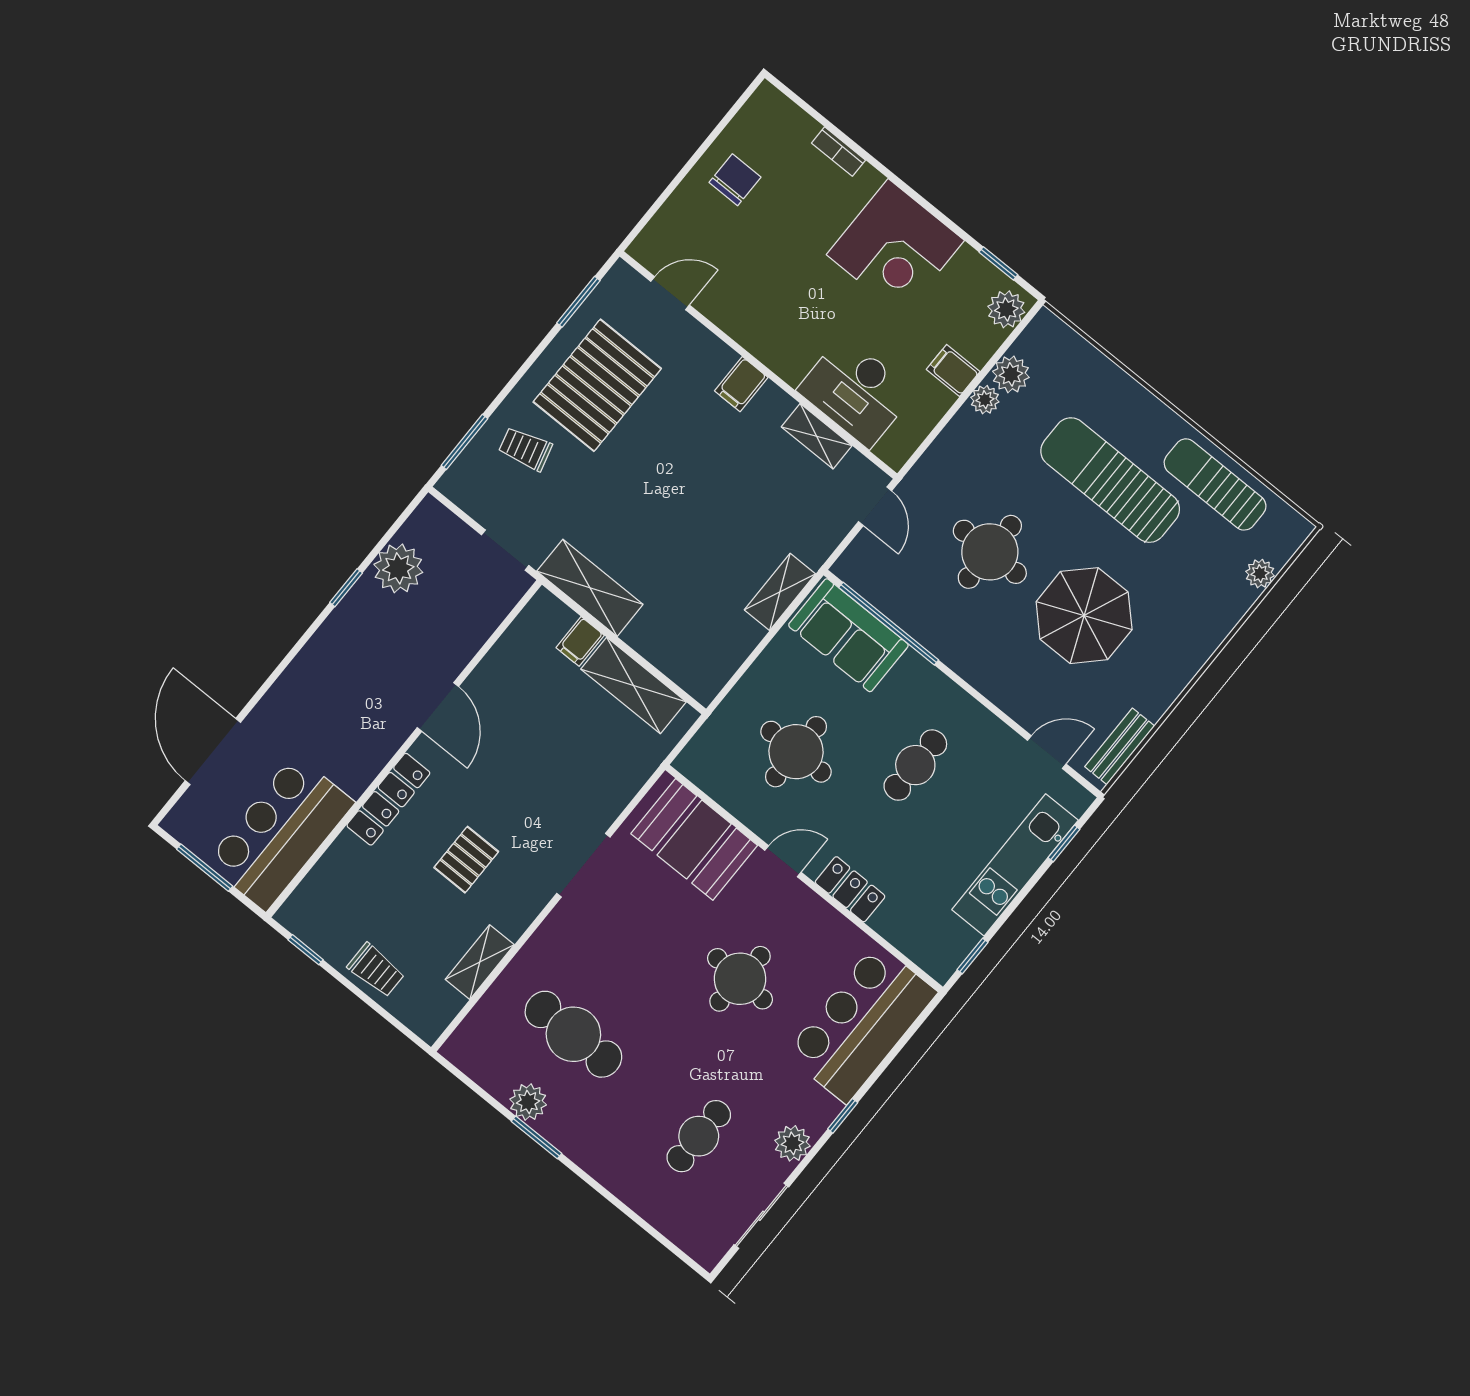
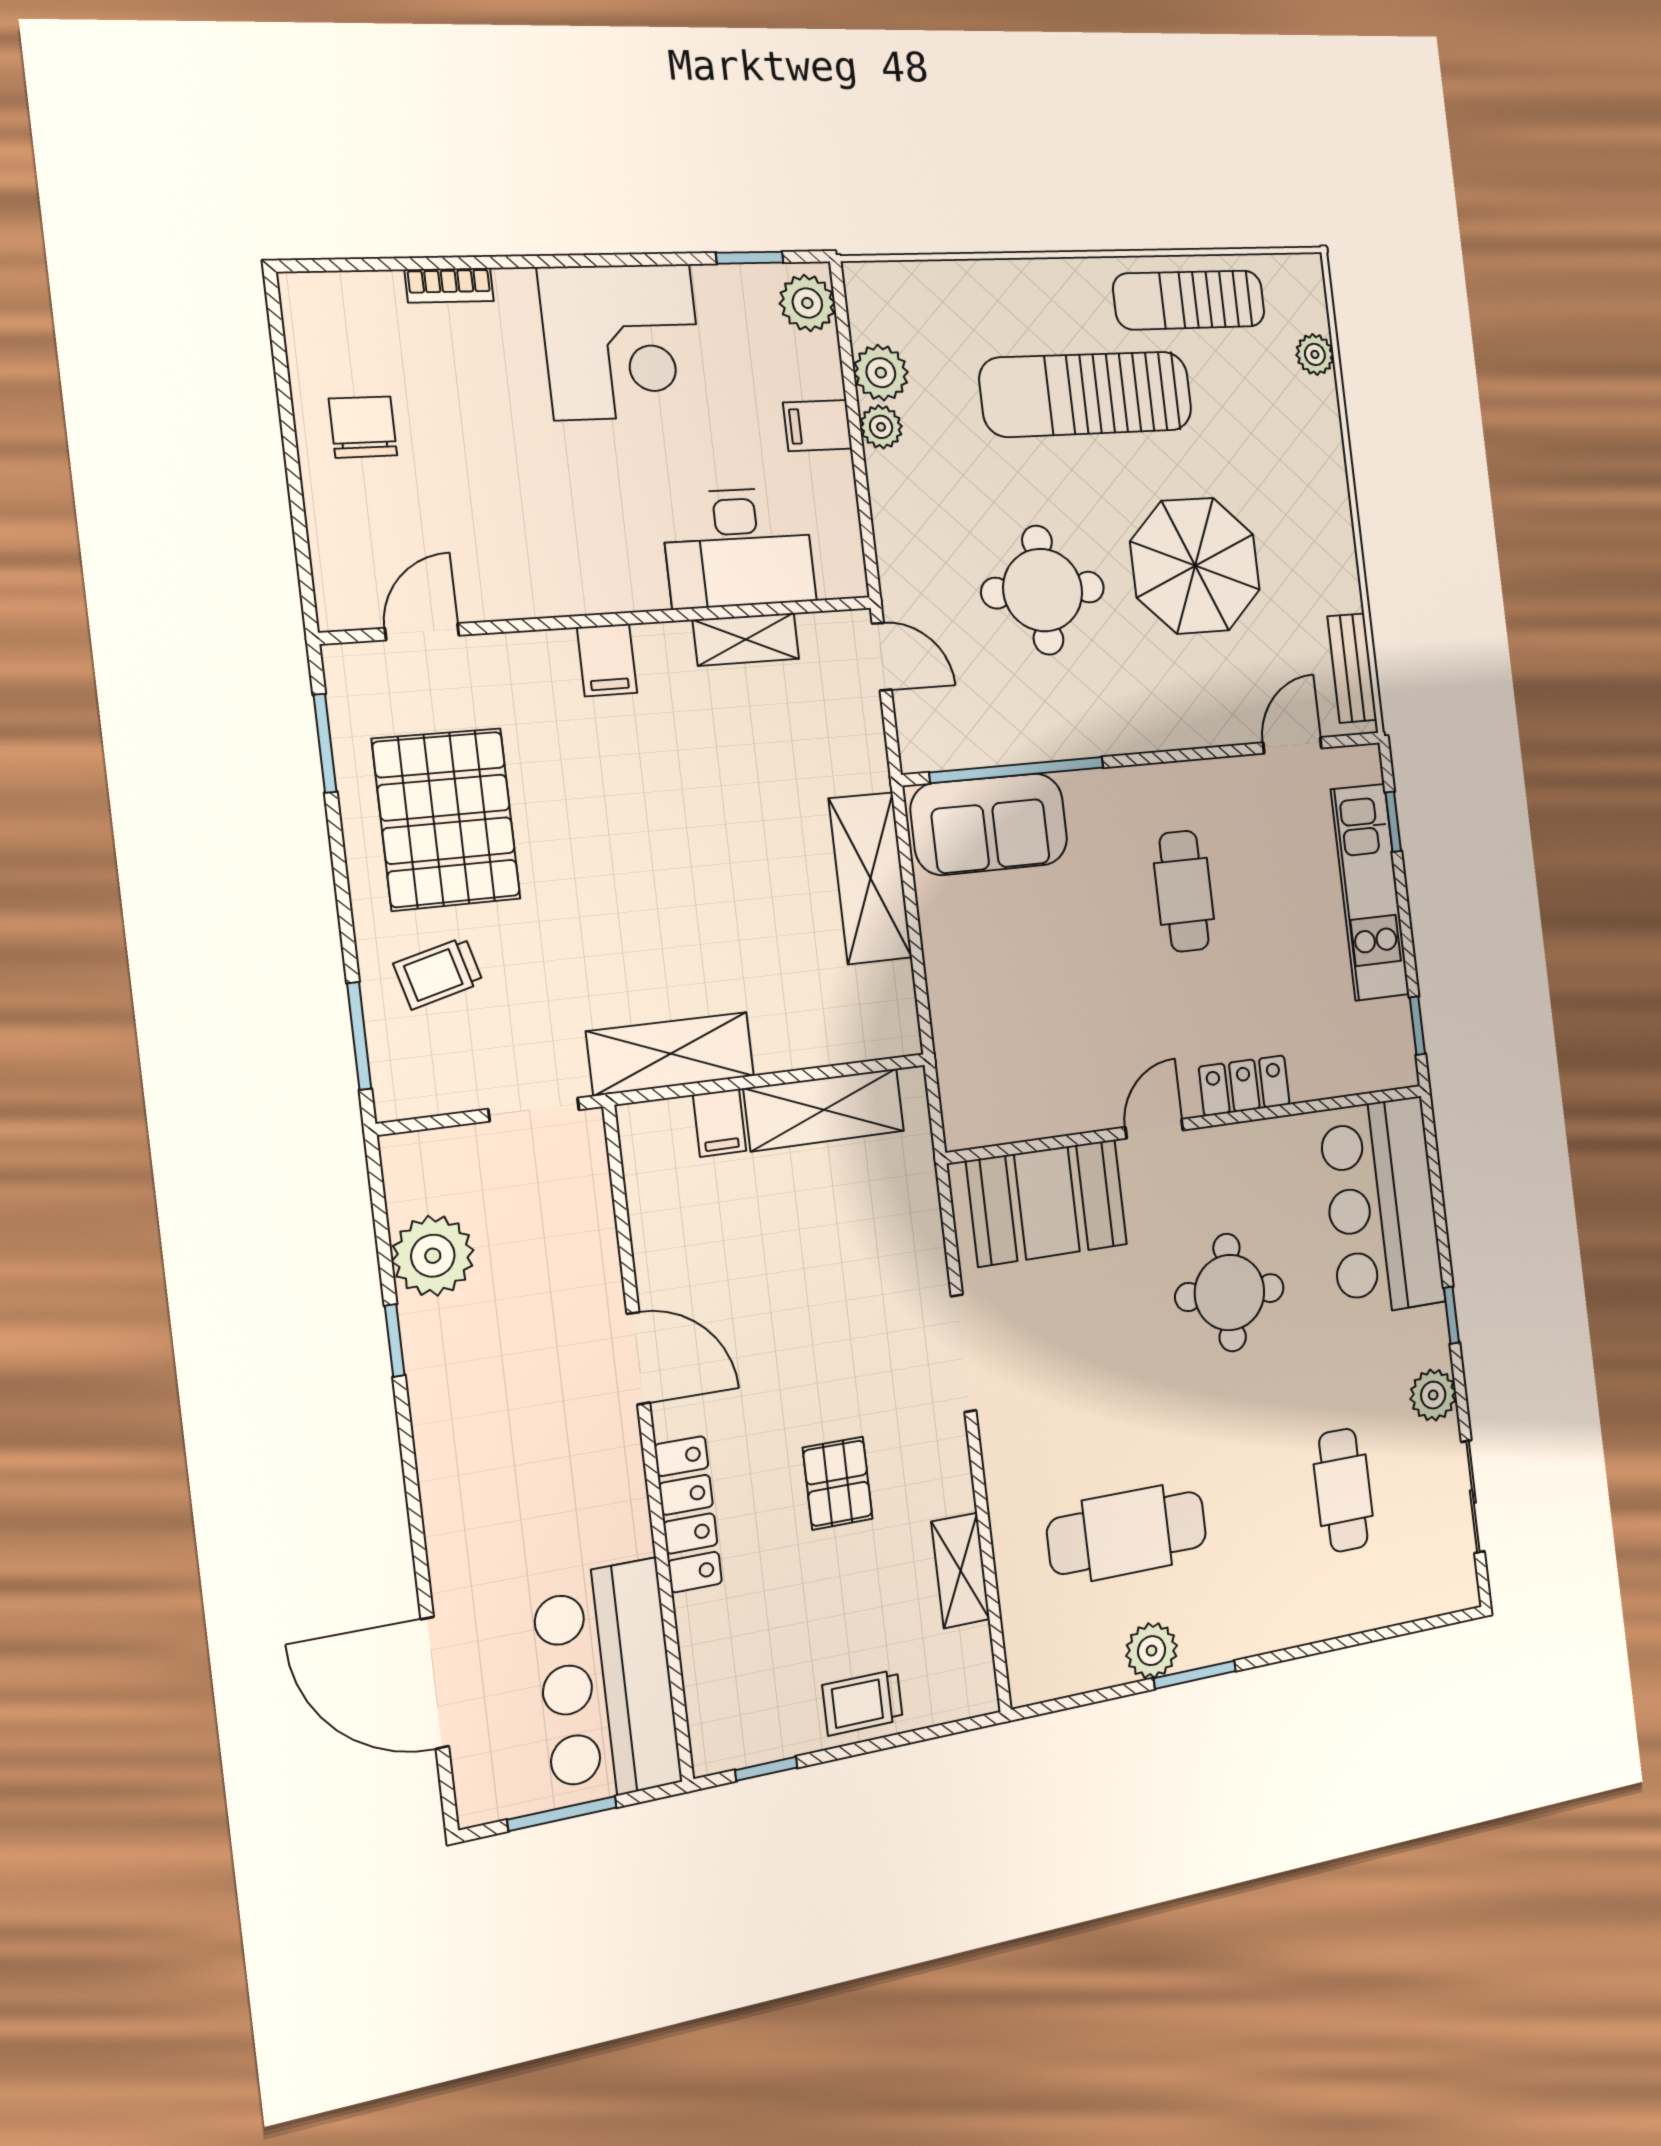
shelving: (780, 592) -> (870, 878), width x1.50, depth x1.33
round table: (796, 752) -> (1057, 1002), removed
trolley: (376, 970) -> (863, 1702), turned 180

